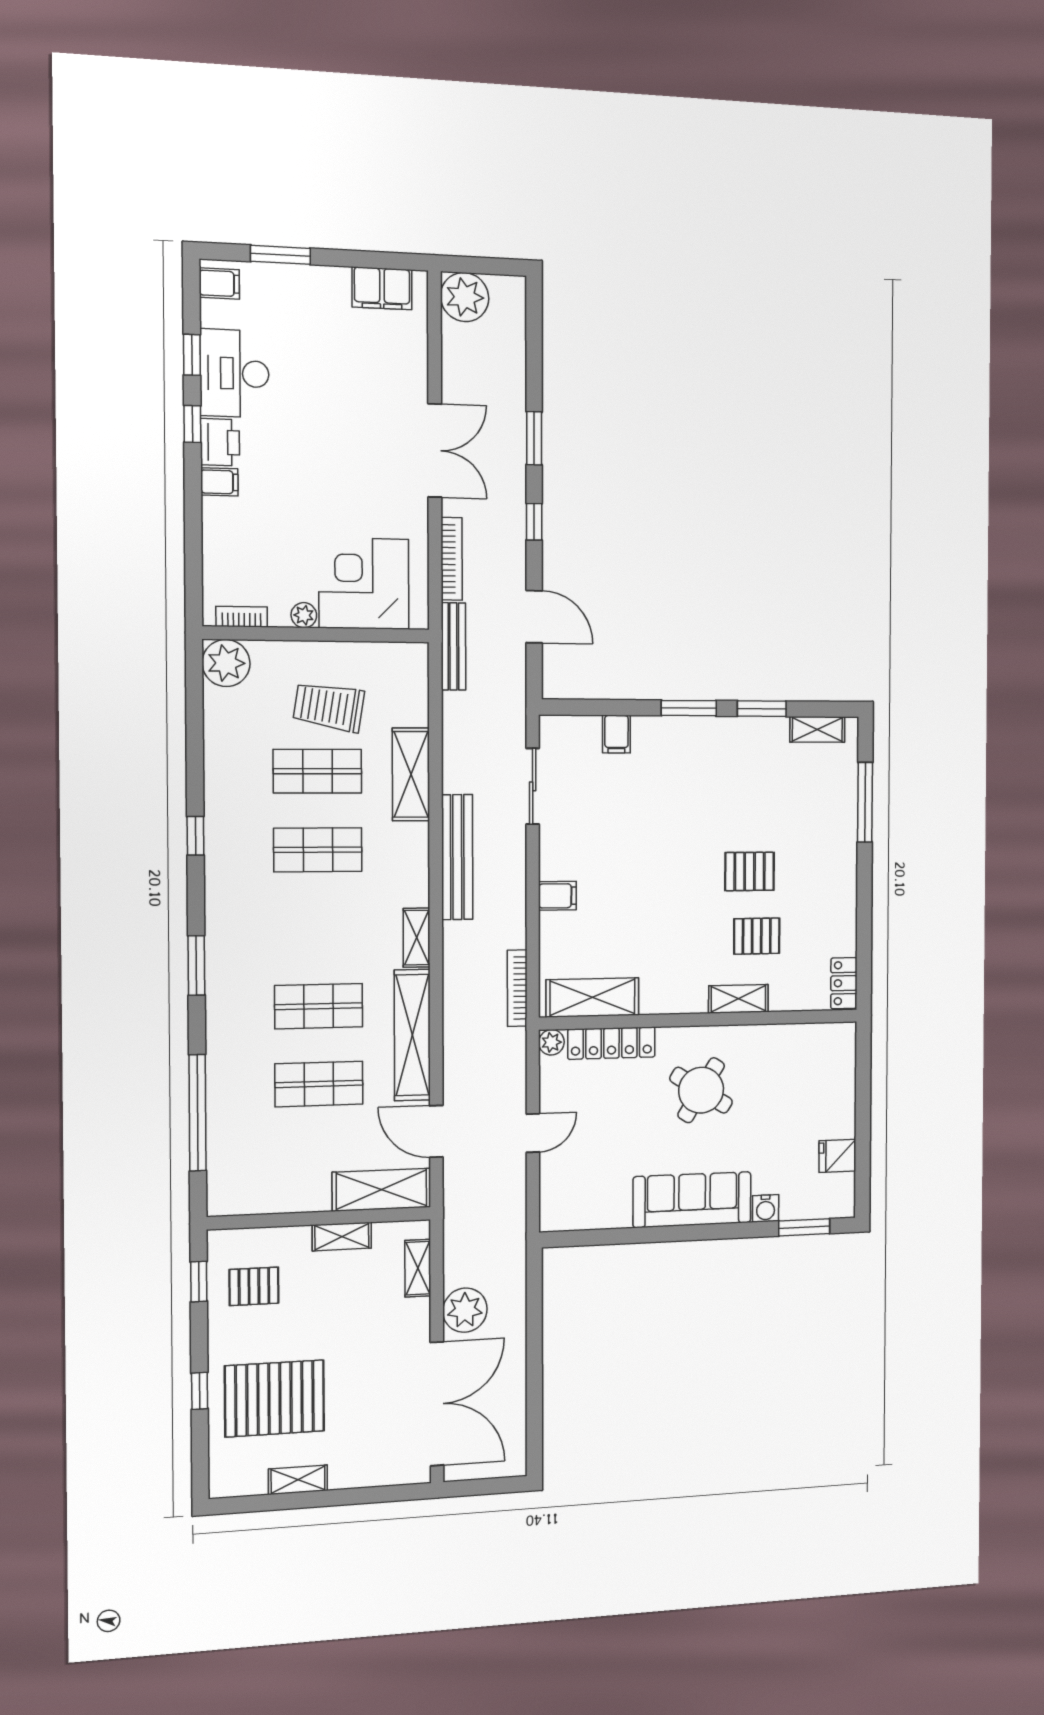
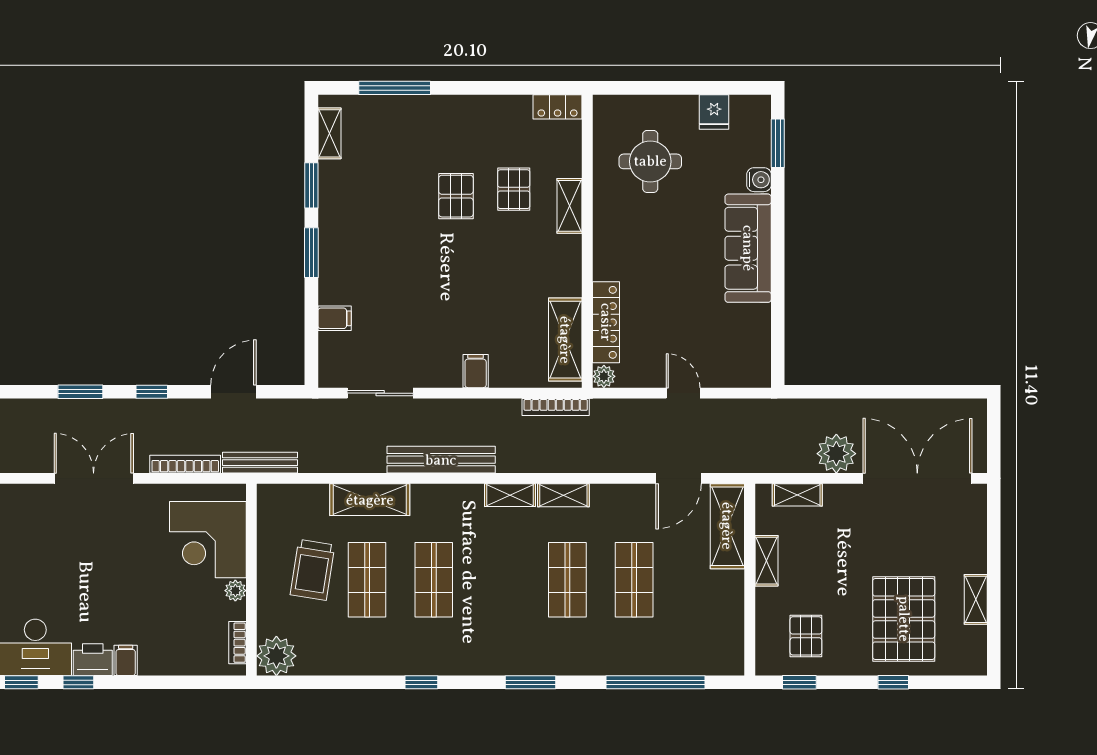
shelving: (412, 1035) -> (563, 495), width x0.45, depth x0.75
round table: (701, 1090) -> (650, 161), moved, turned -32

